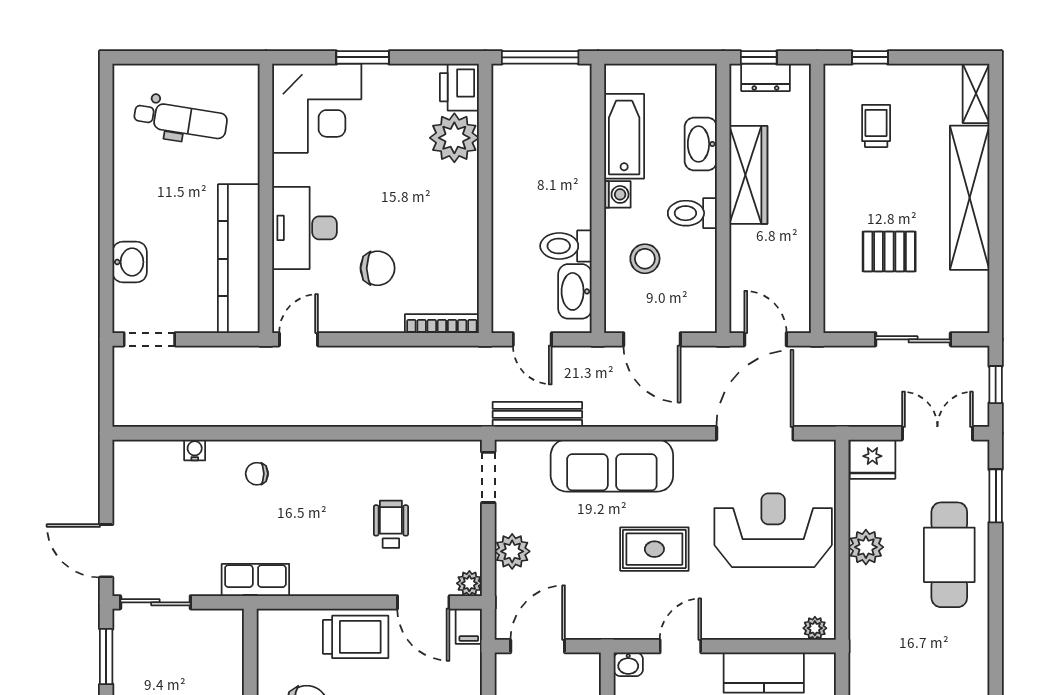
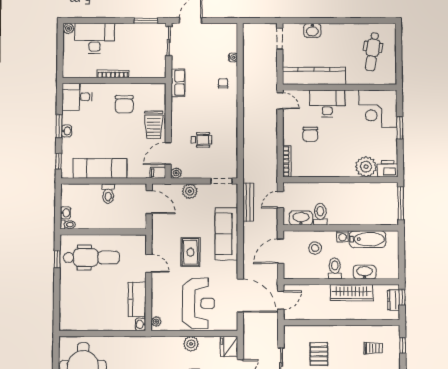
washbasin: (628, 664) -> (140, 324), moved

